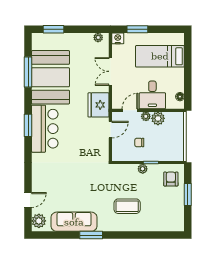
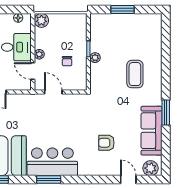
fridge: (98, 105) -> (27, 105), removed
plant: (158, 118) -> (41, 20), moved
armchair: (171, 179) -> (106, 143), moved

